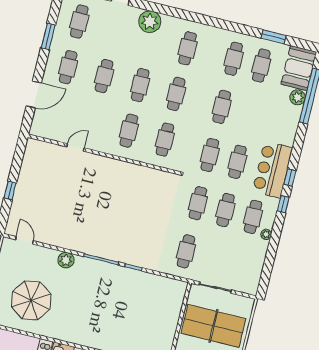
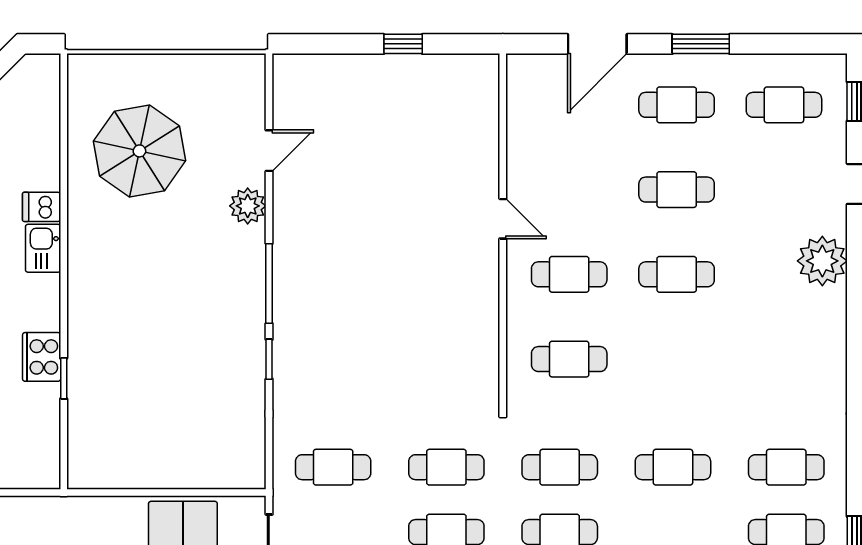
window: (48, 36) -> (701, 44), moved
cafe table: (187, 48) -> (784, 359), removed
door: (34, 94) -> (597, 44), hinge flipped
cafe table: (176, 94) -> (677, 359), removed
door: (75, 147) -> (503, 219), moved
window: (10, 190) -> (403, 44), moved
door: (24, 240) -> (269, 151), moved

